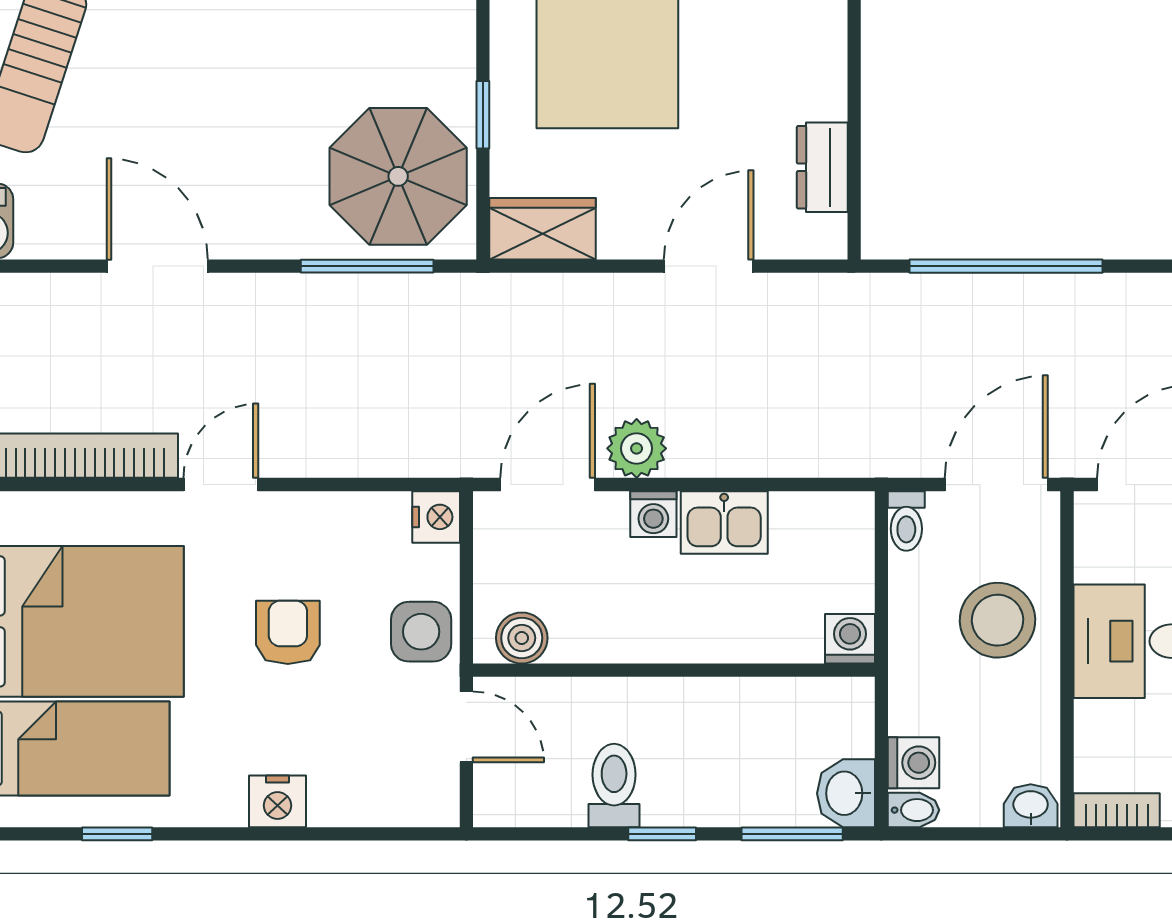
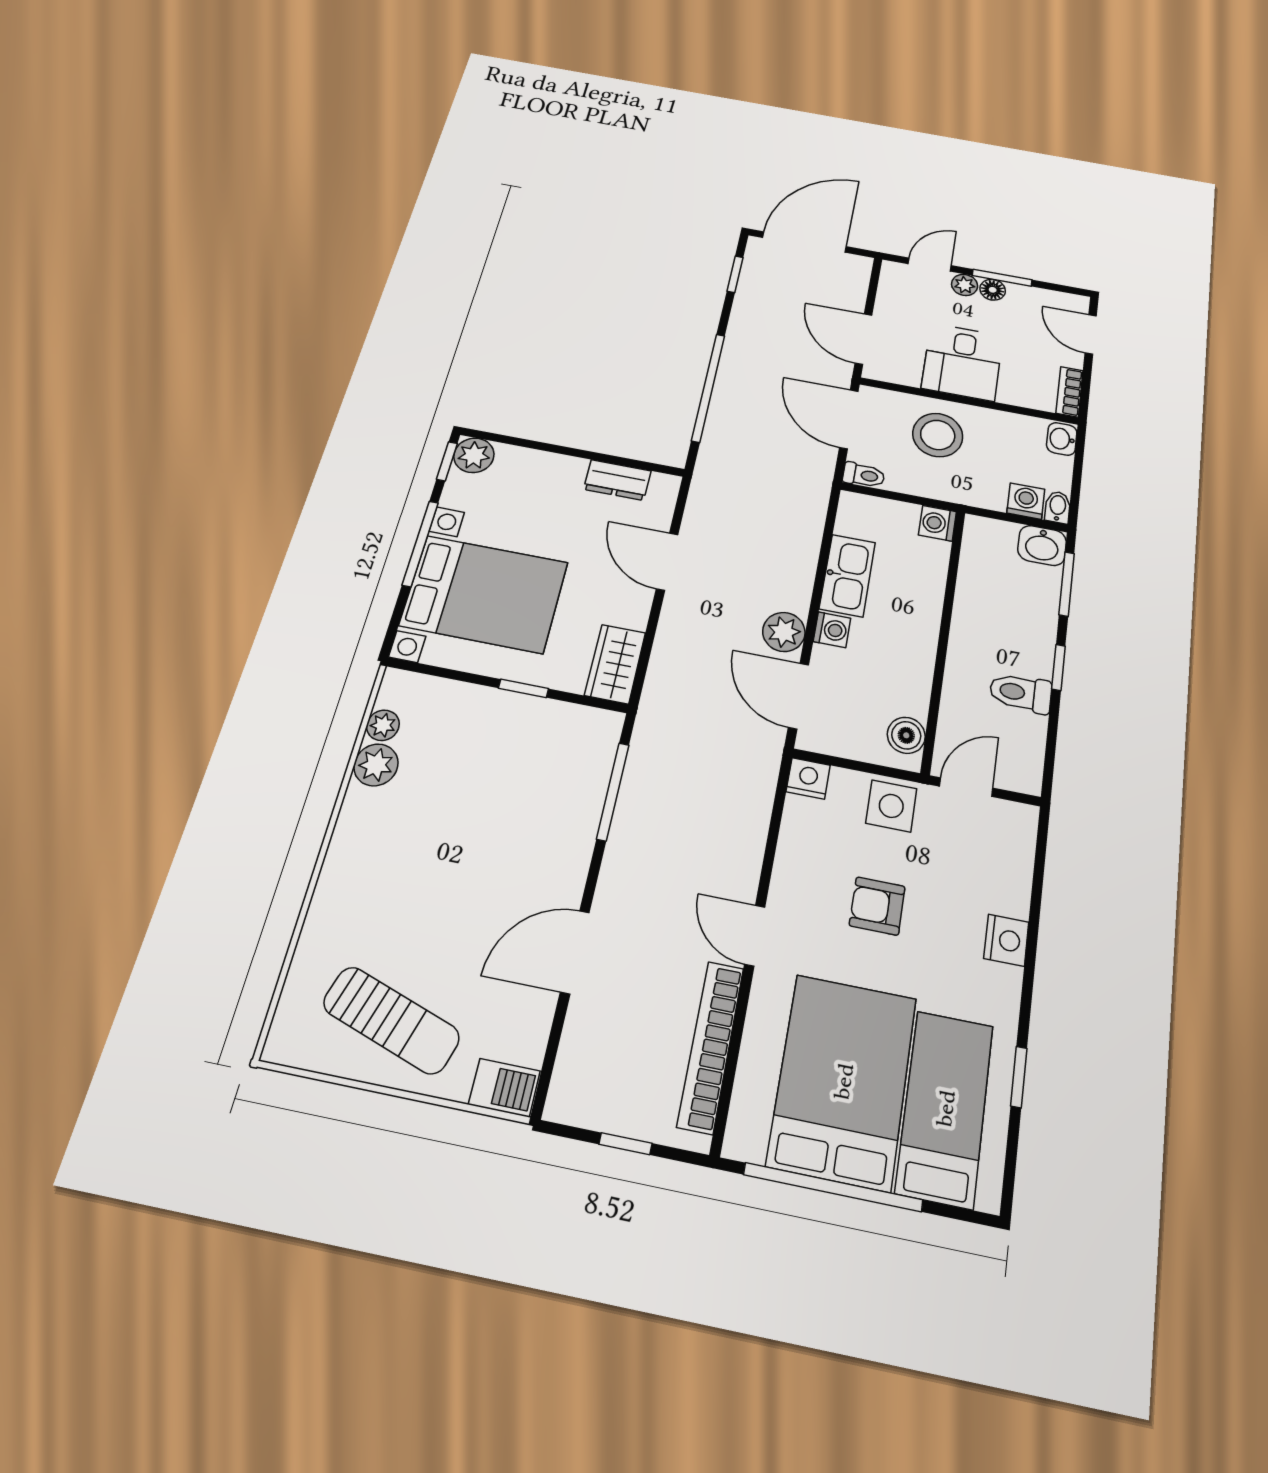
parasol: (398, 176) -> (552, 756), removed
kitchen sink: (724, 523) -> (847, 575), width x1.38

